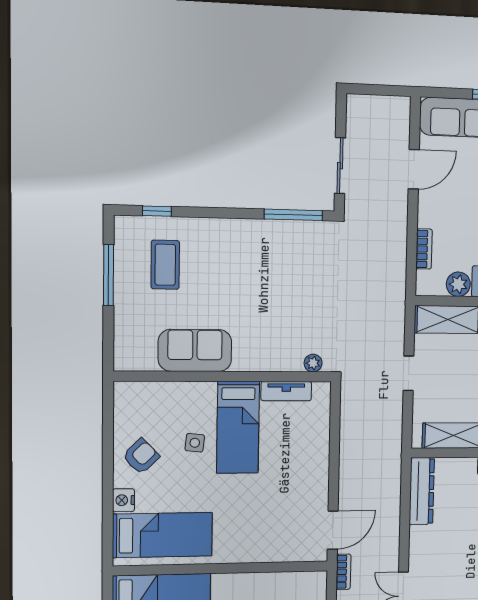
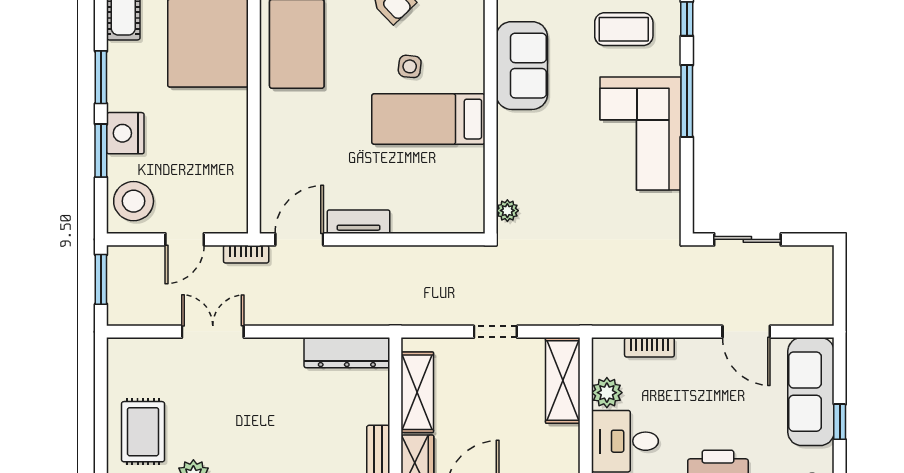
window: (293, 215) -> (687, 101), moved
corner sofa: (252, 252) -> (641, 133), added
tv unit: (286, 391) -> (359, 222), moved, turned 90
door: (333, 530) -> (299, 239), swing flipped

